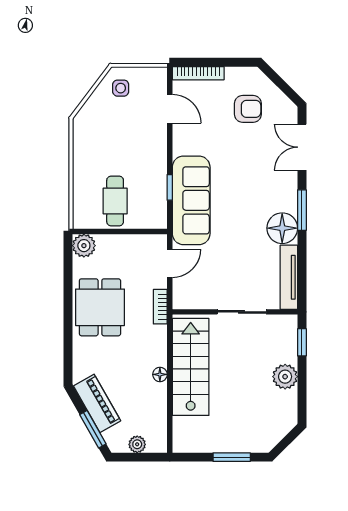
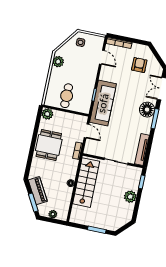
armchair: (248, 109) -> (139, 65), turned -90
plant: (84, 136) -> (58, 62), added
floor lamp: (282, 228) -> (147, 110), moved
door: (170, 263) -> (86, 131), hinge flipped

